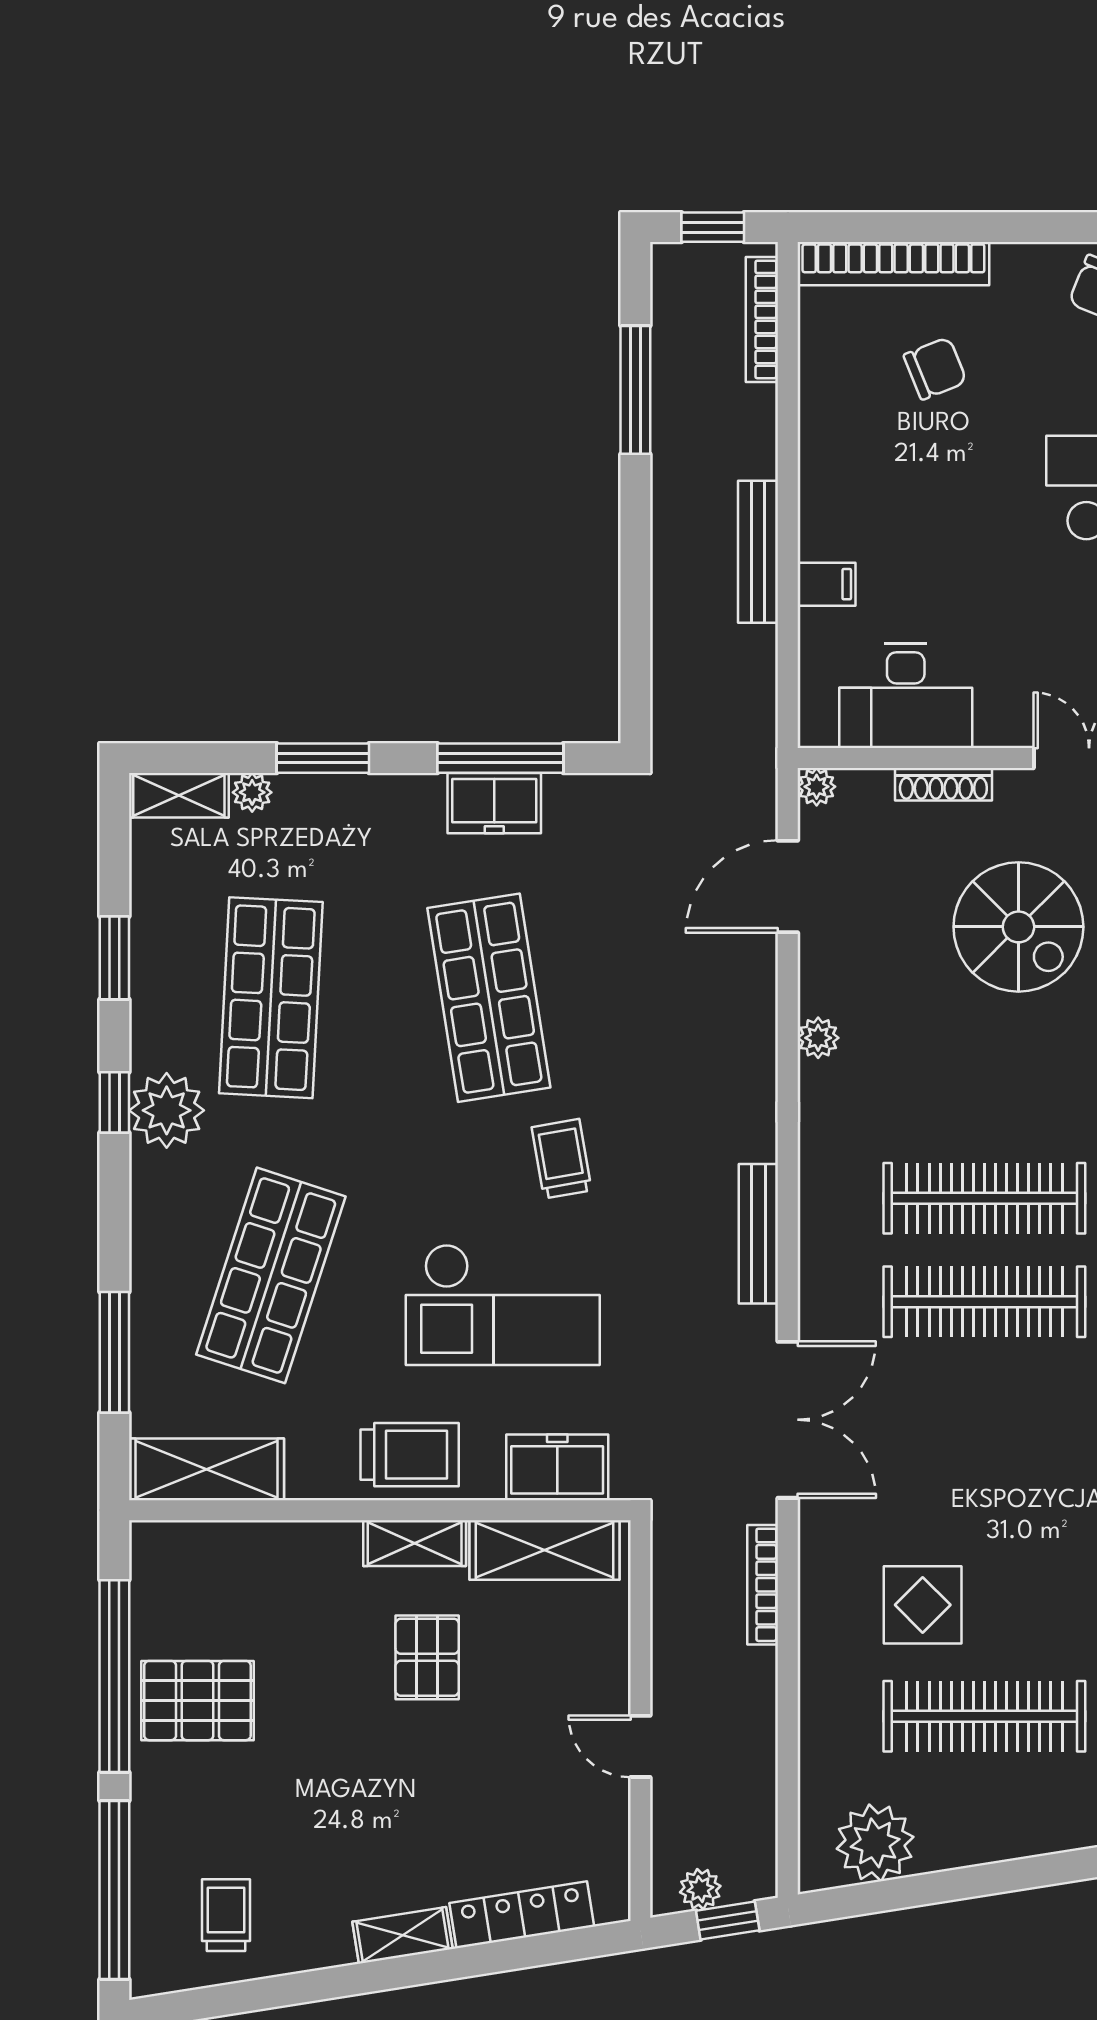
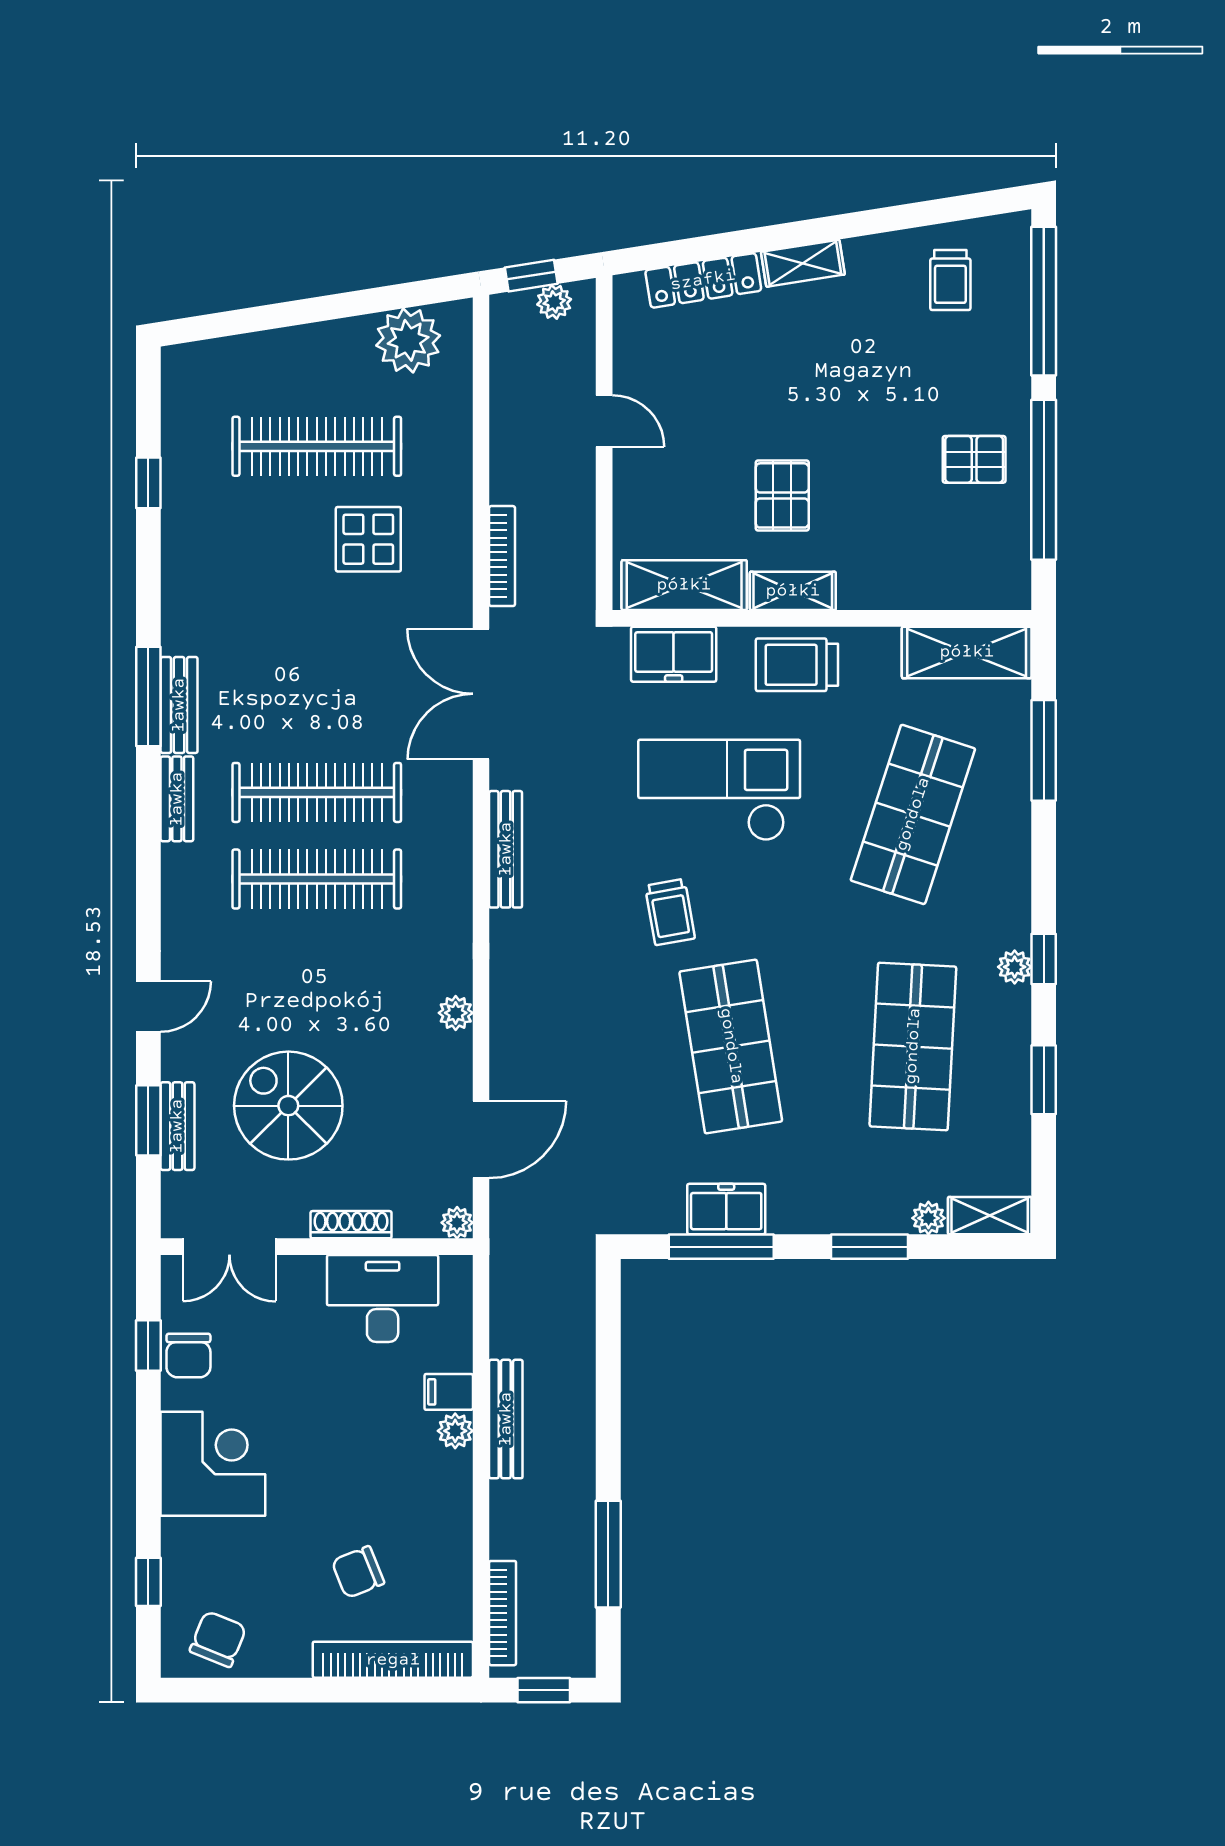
plant: (819, 538) -> (455, 1431), added
plant: (167, 1110) -> (1015, 967), width x0.53, depth x0.53
pallet: (197, 1701) -> (974, 459), width x0.67, depth x0.71

